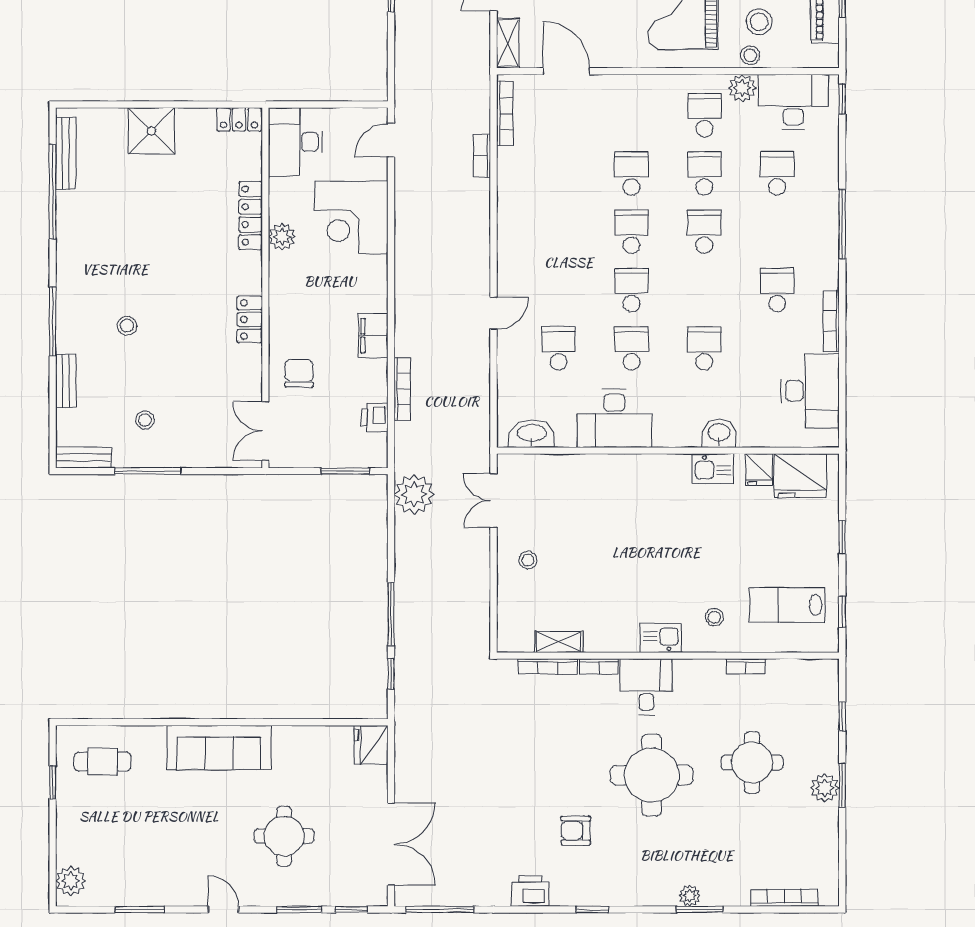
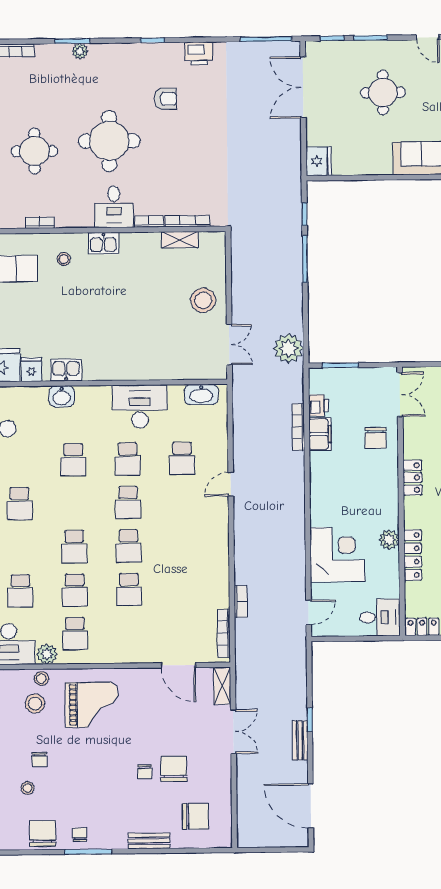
desk: (295, 142) -> (380, 617), width x0.73
filing cabinet: (373, 336) -> (320, 434), moved
stool: (528, 560) -> (203, 300), width x1.89, depth x1.89

